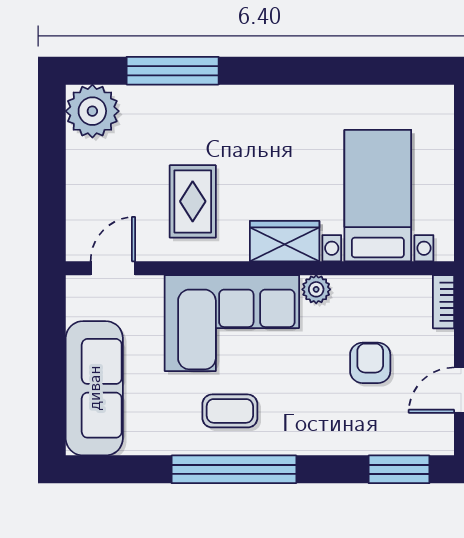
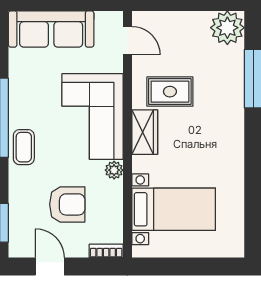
wardrobe: (285, 241) -> (145, 132), moved
armchair: (370, 363) -> (67, 204), width x1.38, depth x1.38
coffee table: (230, 411) -> (24, 147), moved

